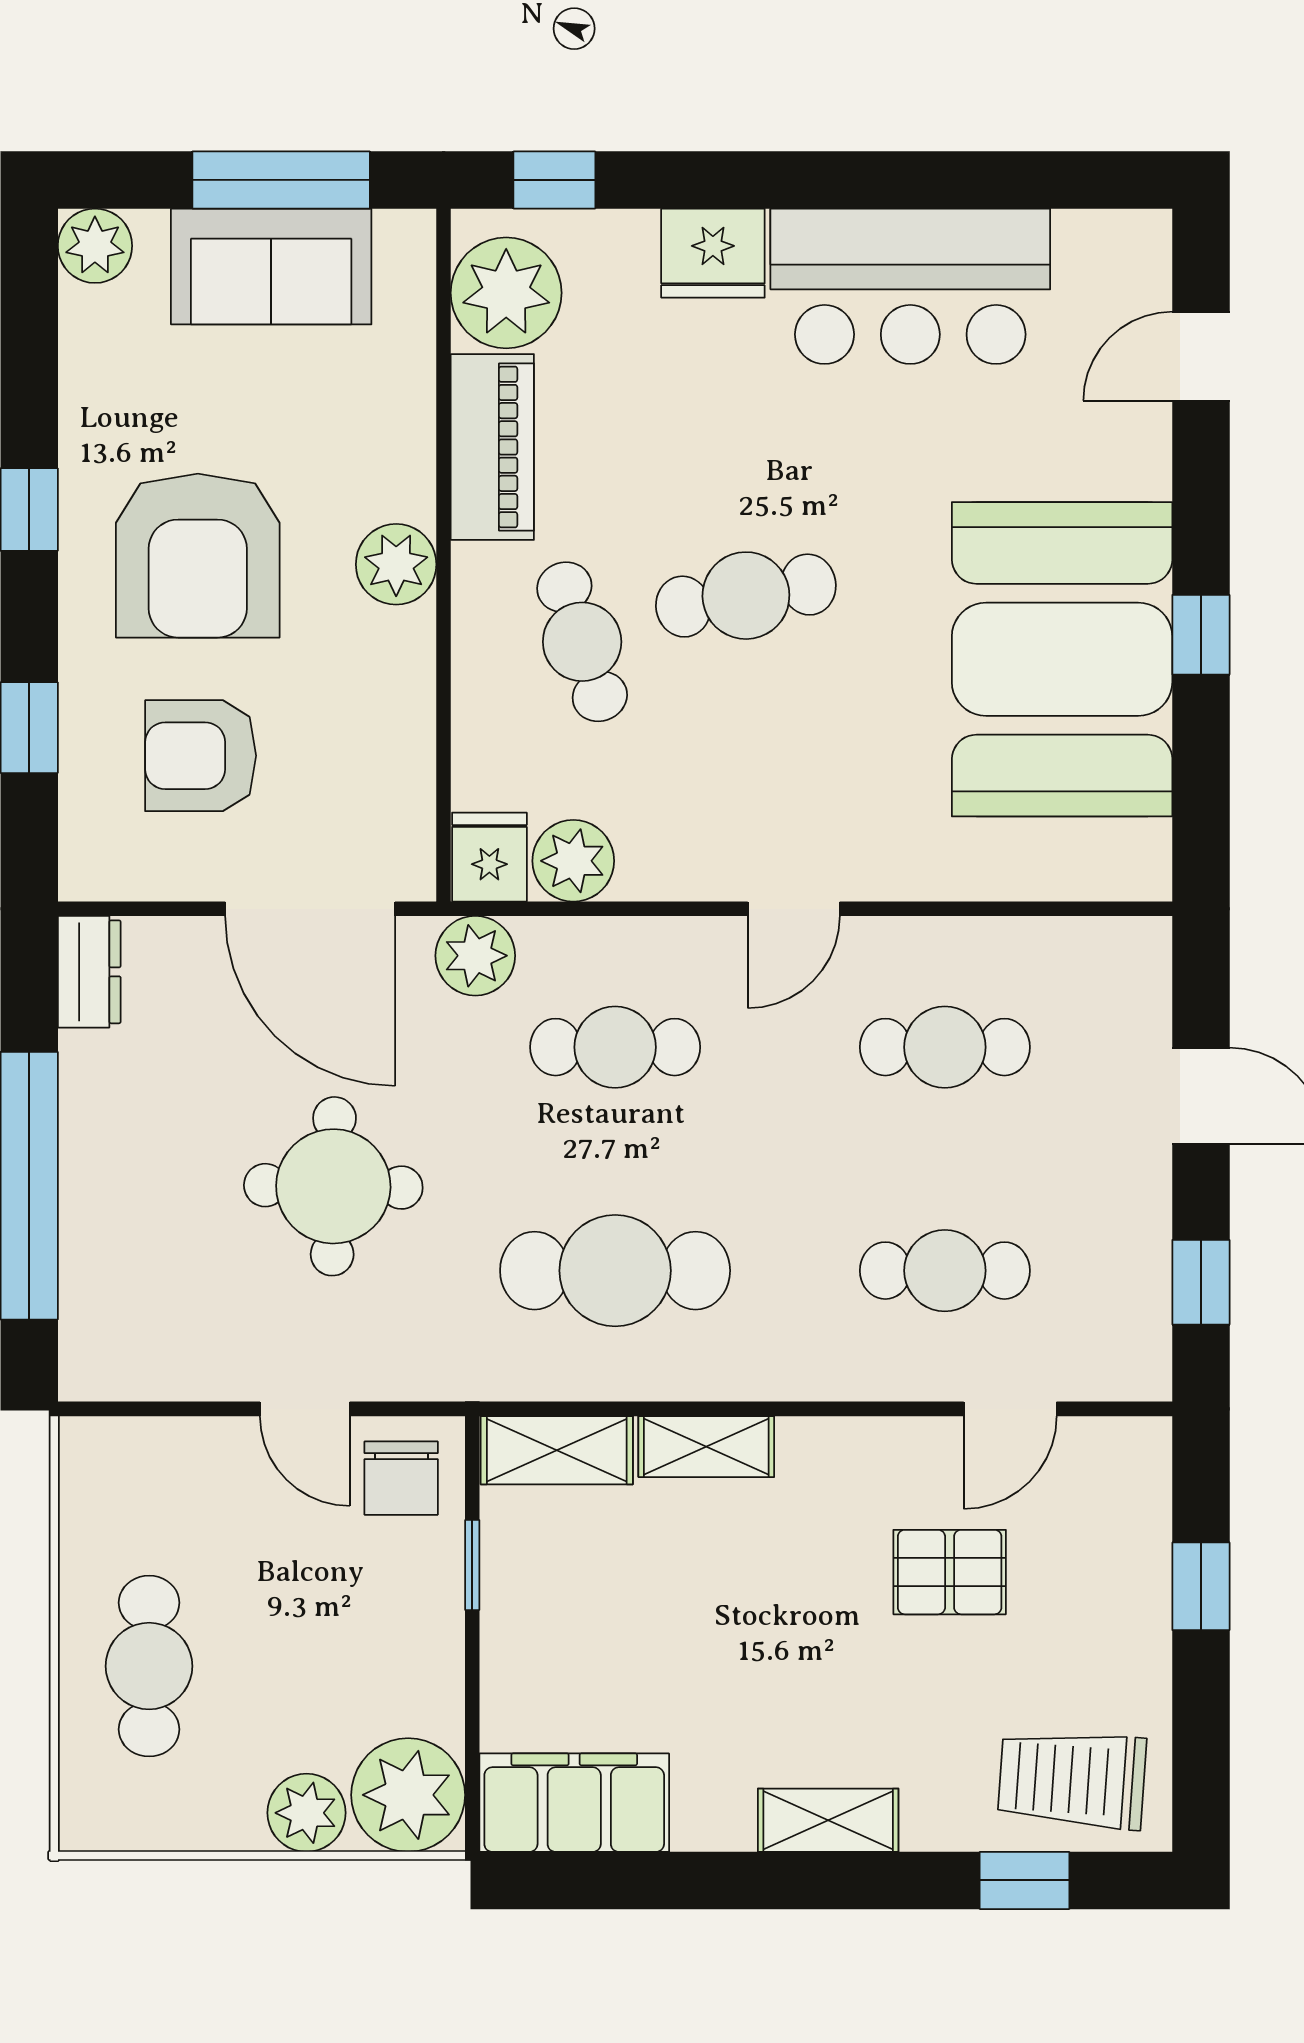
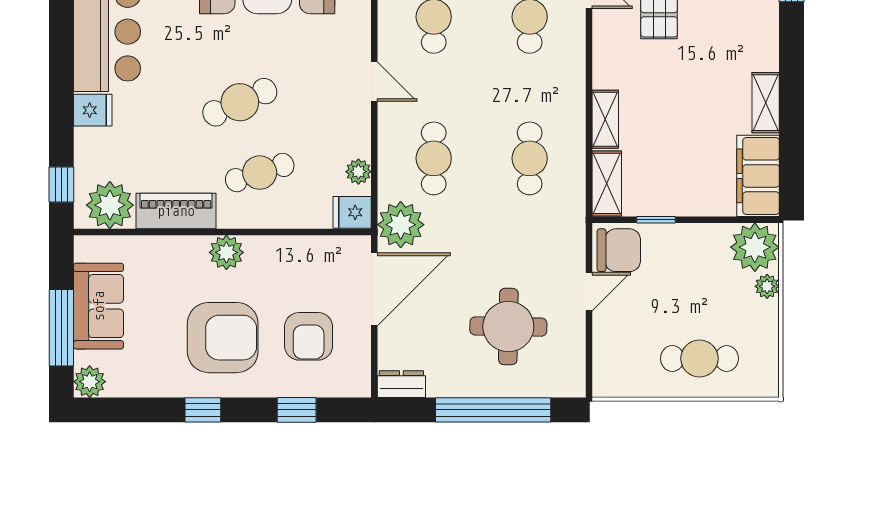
window: (281, 180) -> (61, 328), moved
fridge: (713, 253) -> (93, 110), width x0.72
cafe table: (746, 596) -> (240, 102), turned 76
plant: (573, 861) -> (358, 172), width x0.73, depth x0.73
plant: (475, 956) -> (401, 225), width x1.36, depth x1.36
round table: (333, 1186) -> (508, 327), moved
cafe table: (615, 1271) -> (530, 158), width x0.73, depth x0.74
chair: (401, 1478) -> (619, 250), width x1.37, depth x1.37
plant: (306, 1813) -> (767, 286), width x0.73, depth x0.73
shelving: (828, 1820) -> (766, 103), moved

